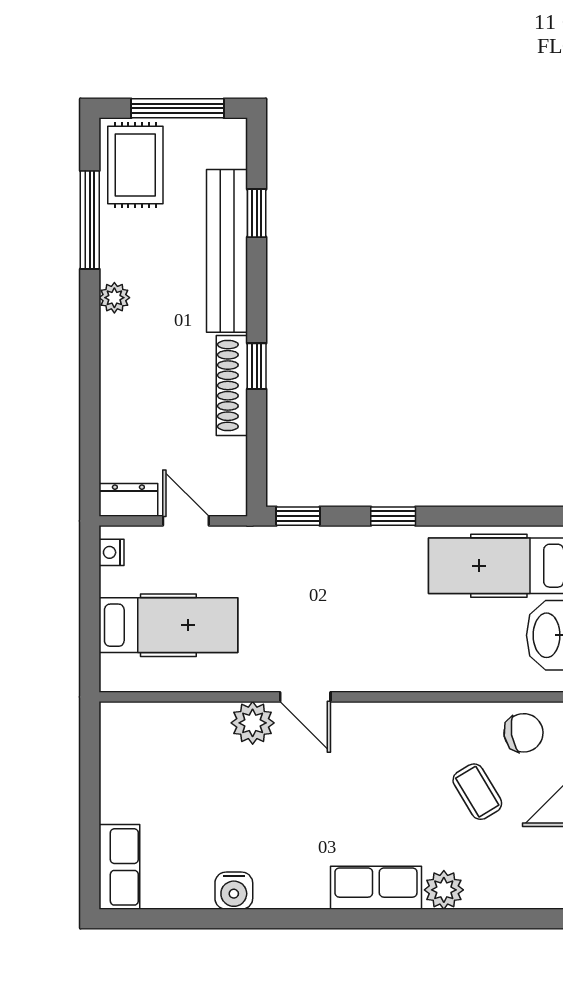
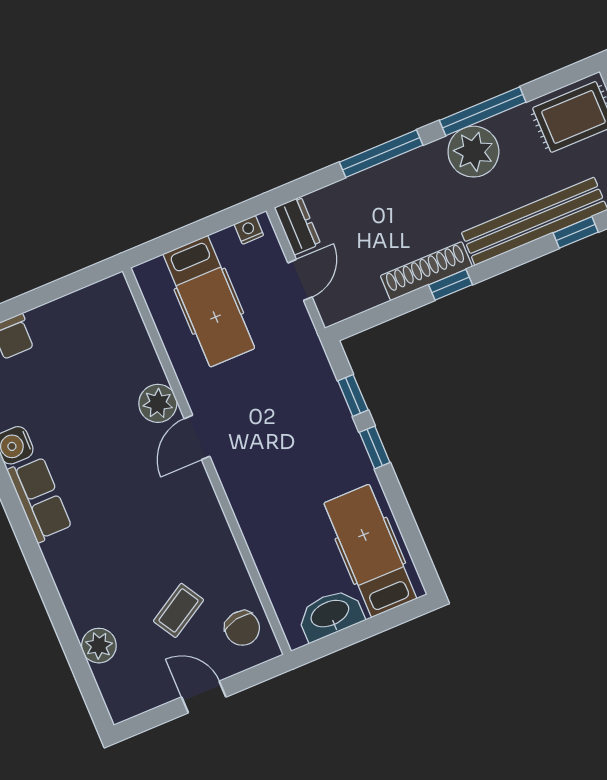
window: (90, 220) -> (483, 111), moved
plant: (114, 298) -> (473, 152), width x1.88, depth x1.88
window: (90, 381) -> (381, 154), added
window: (298, 516) -> (353, 395), moved
row of seats: (376, 888) -> (40, 499), moved
plant: (444, 890) -> (99, 646), moved

